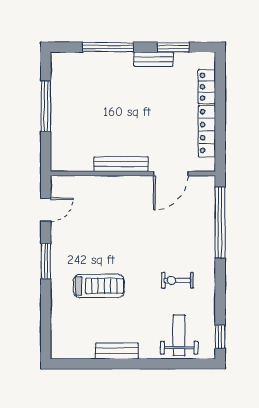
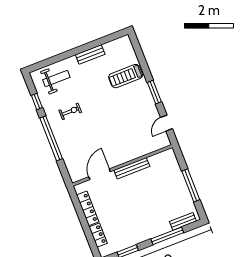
bench: (154, 59) -> (183, 221), moved
window: (220, 222) -> (51, 138), moved
treadmill: (99, 286) -> (126, 76), moved
weight bench: (179, 335) -> (56, 79), turned -90
window: (220, 337) -> (37, 102), moved

